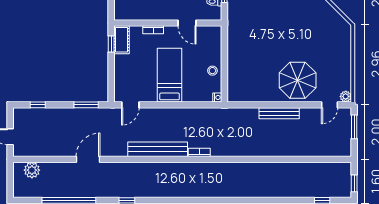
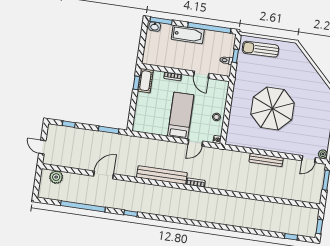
parasol: (298, 80) -> (272, 108), moved, width x1.36, depth x1.36
door: (130, 105) -> (195, 143), moved

